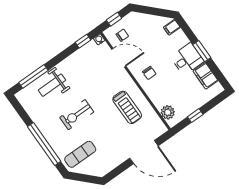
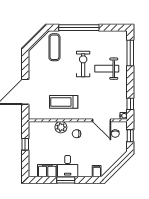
door: (119, 58) -> (102, 120), hinge flipped
weight bench: (52, 85) -> (107, 69), moved, turned -90
plant: (168, 112) -> (61, 127), moved

